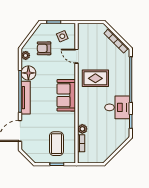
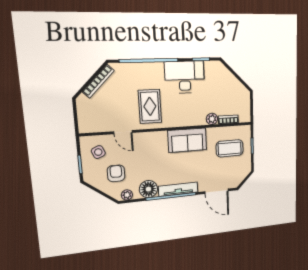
armchair: (44, 48) -> (116, 173), turned 180
door: (77, 56) -> (123, 132), hinge flipped
sofa: (66, 95) -> (187, 140), moved
desk: (117, 107) -> (185, 77), width x1.37

